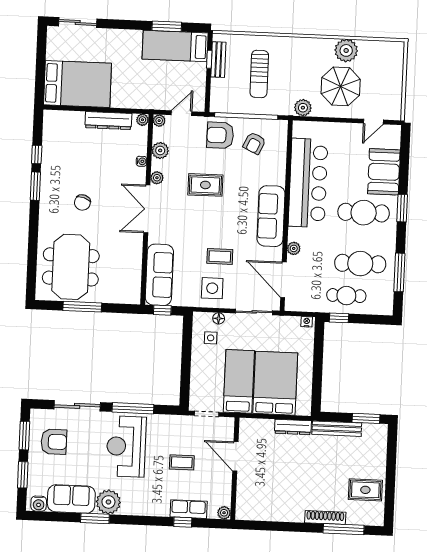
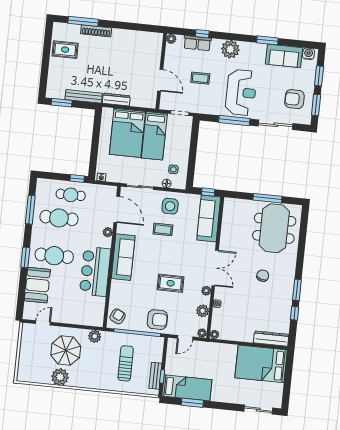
dresser: (108, 121) -> (271, 339), moved
armchair: (254, 143) -> (118, 316), moved
bar counter: (308, 183) -> (95, 272), width x0.73
plant: (108, 502) -> (230, 49), moved

